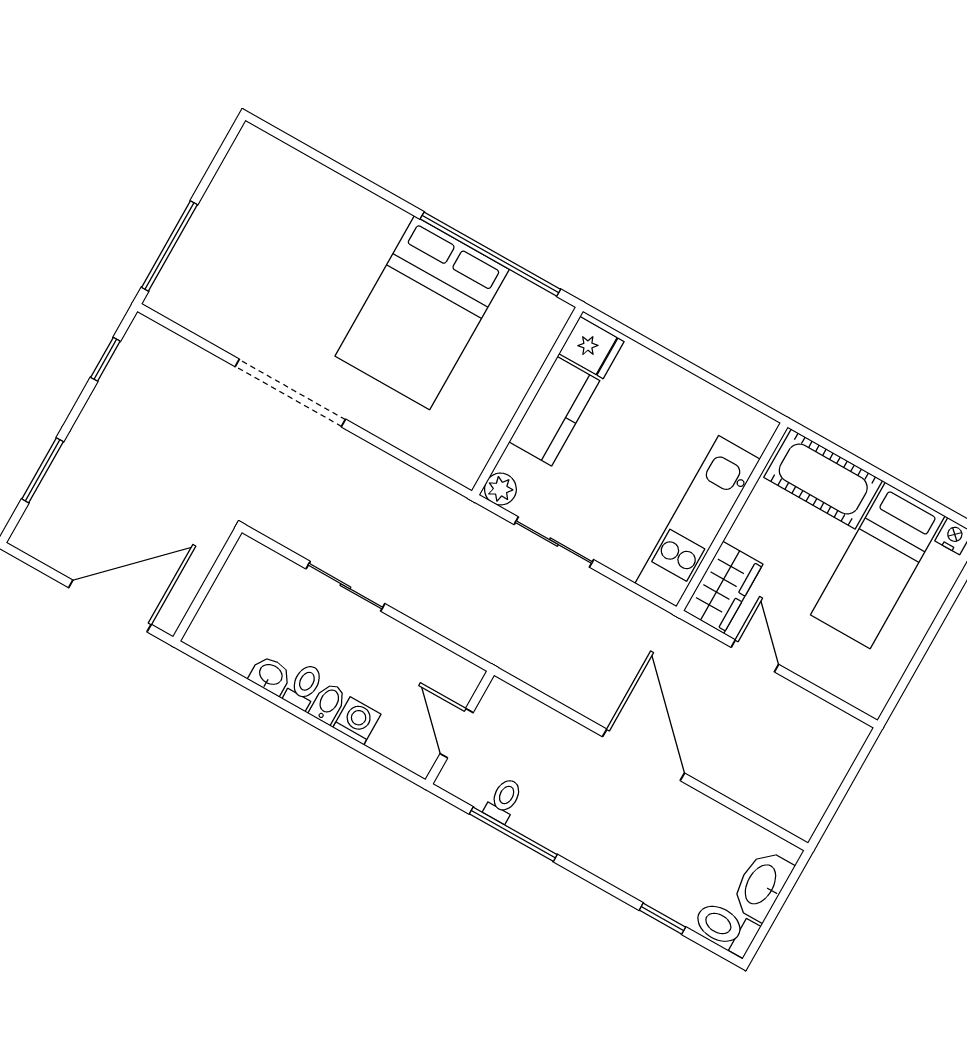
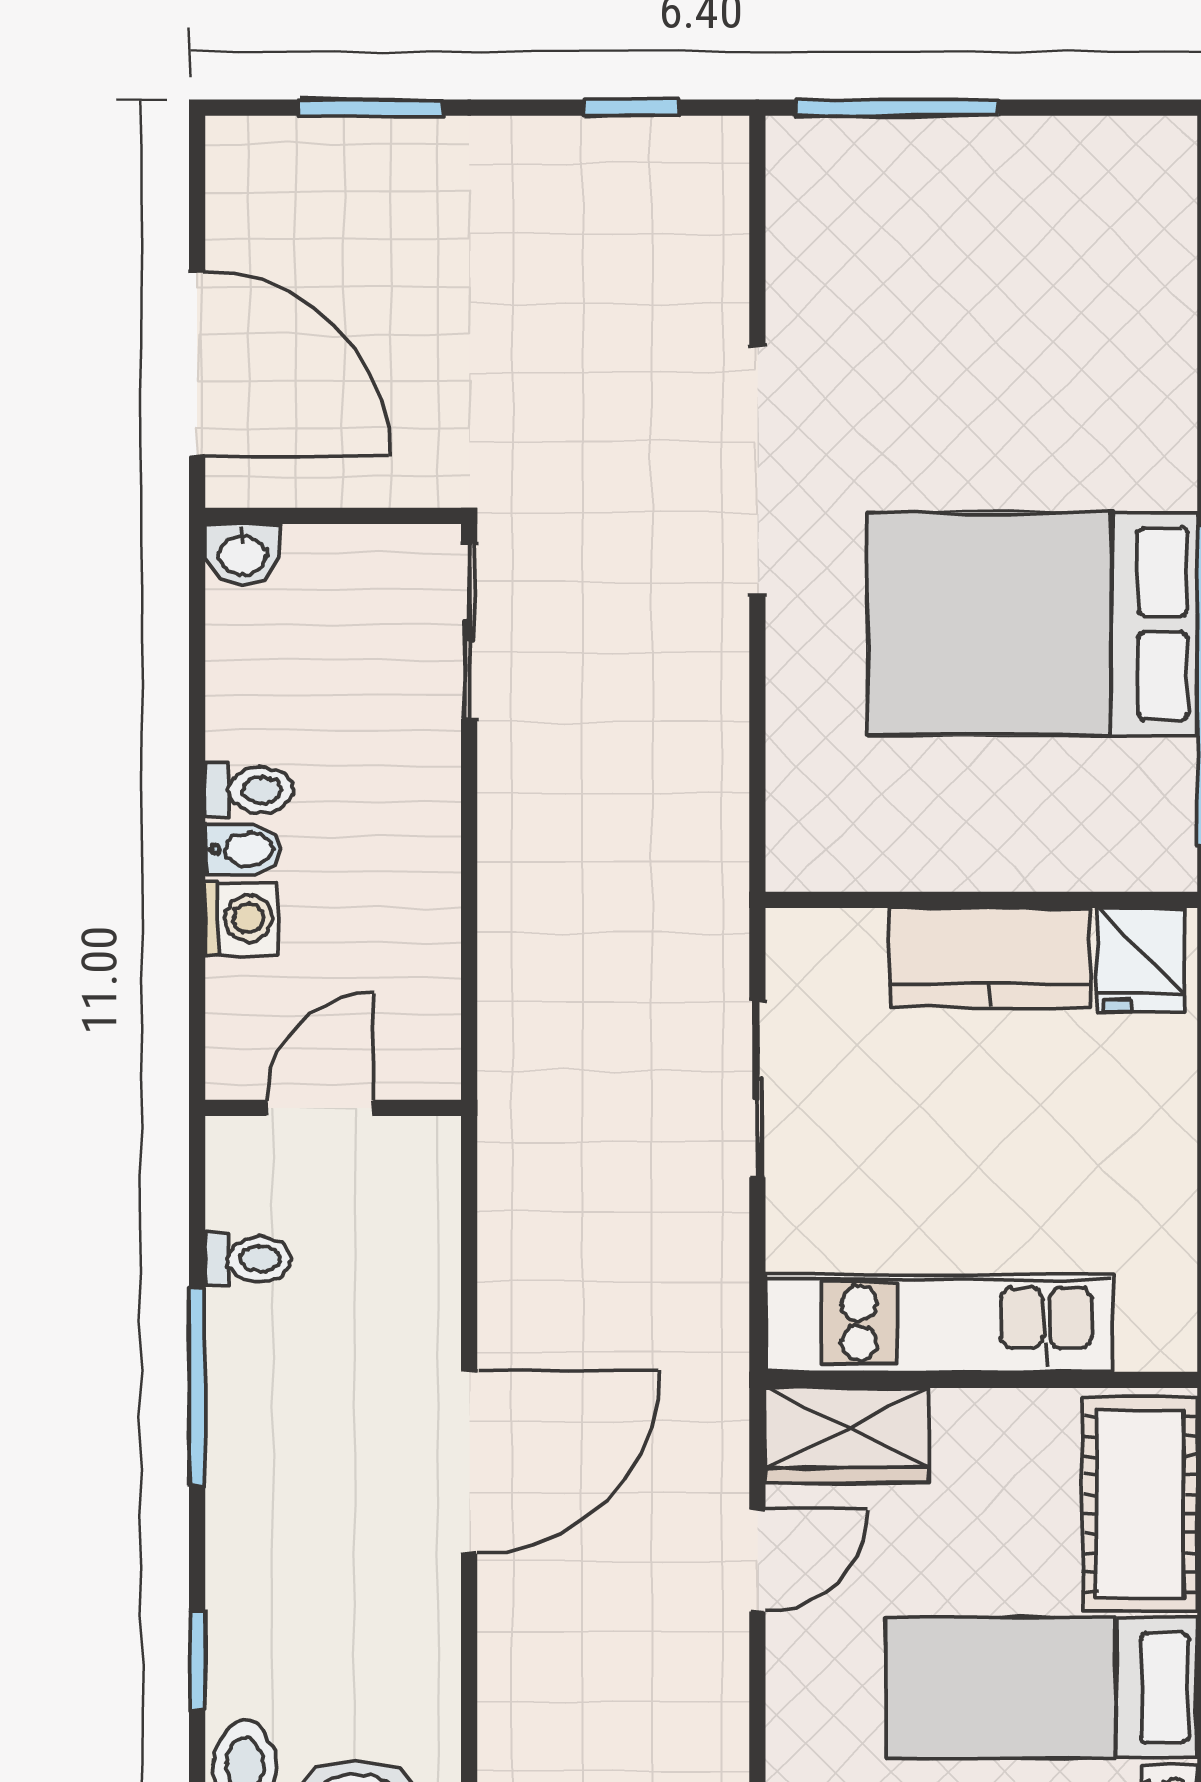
plant: (500, 489) -> (798, 940), removed
sliding door: (345, 586) -> (469, 631), moved
washbasin: (270, 675) -> (243, 554), moved, turned 90
window: (513, 834) -> (197, 1386), moved

